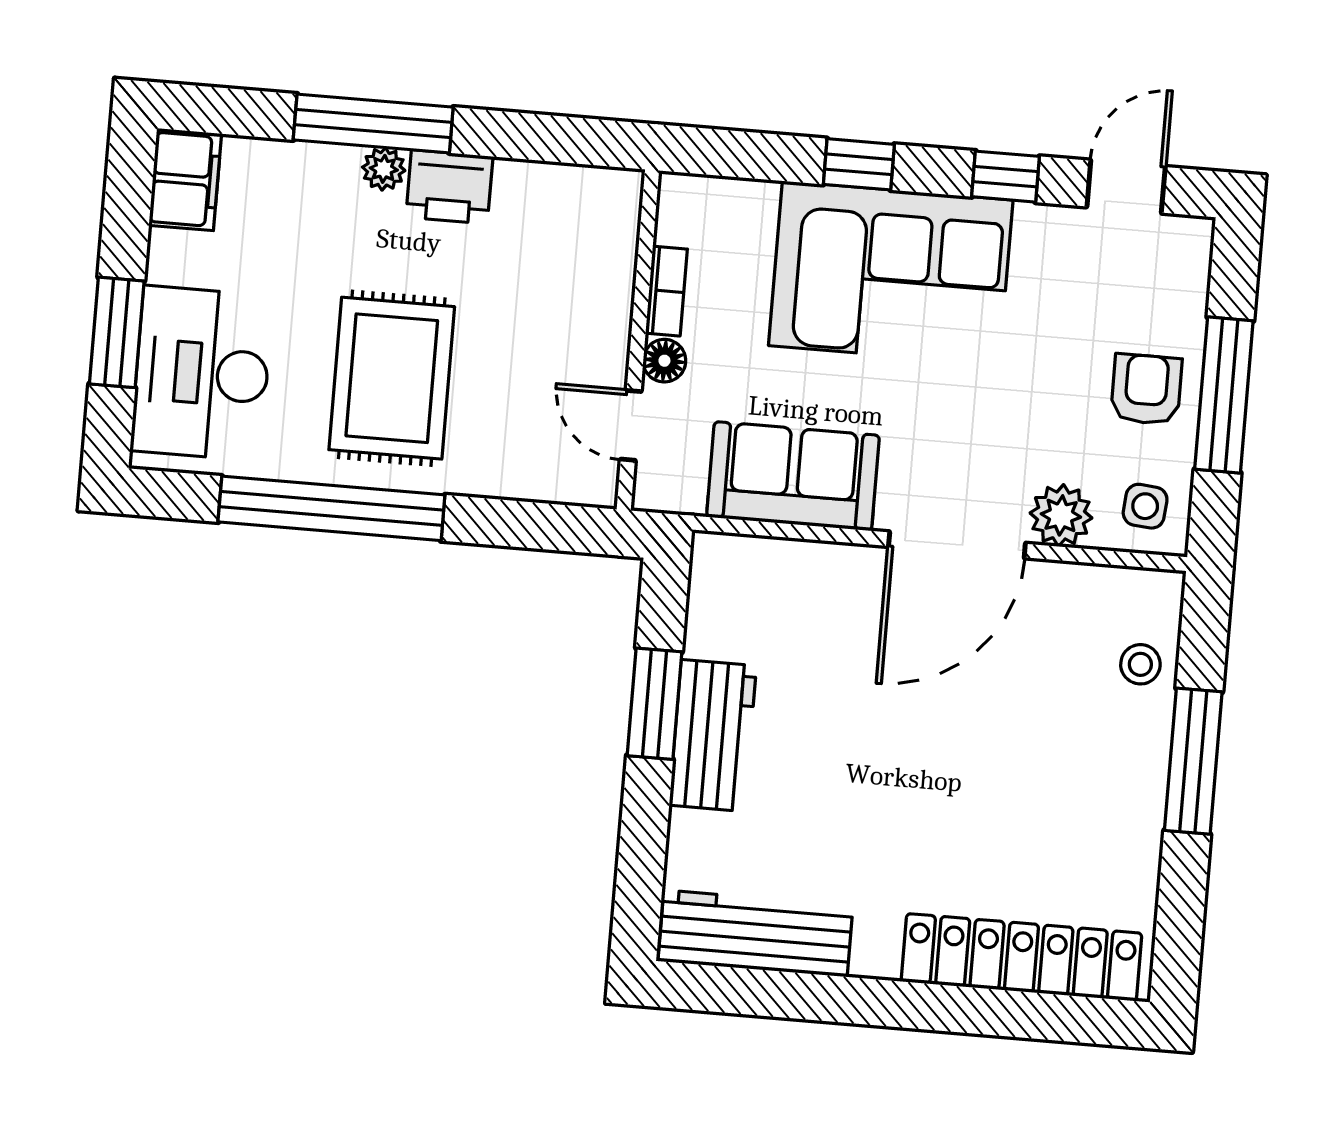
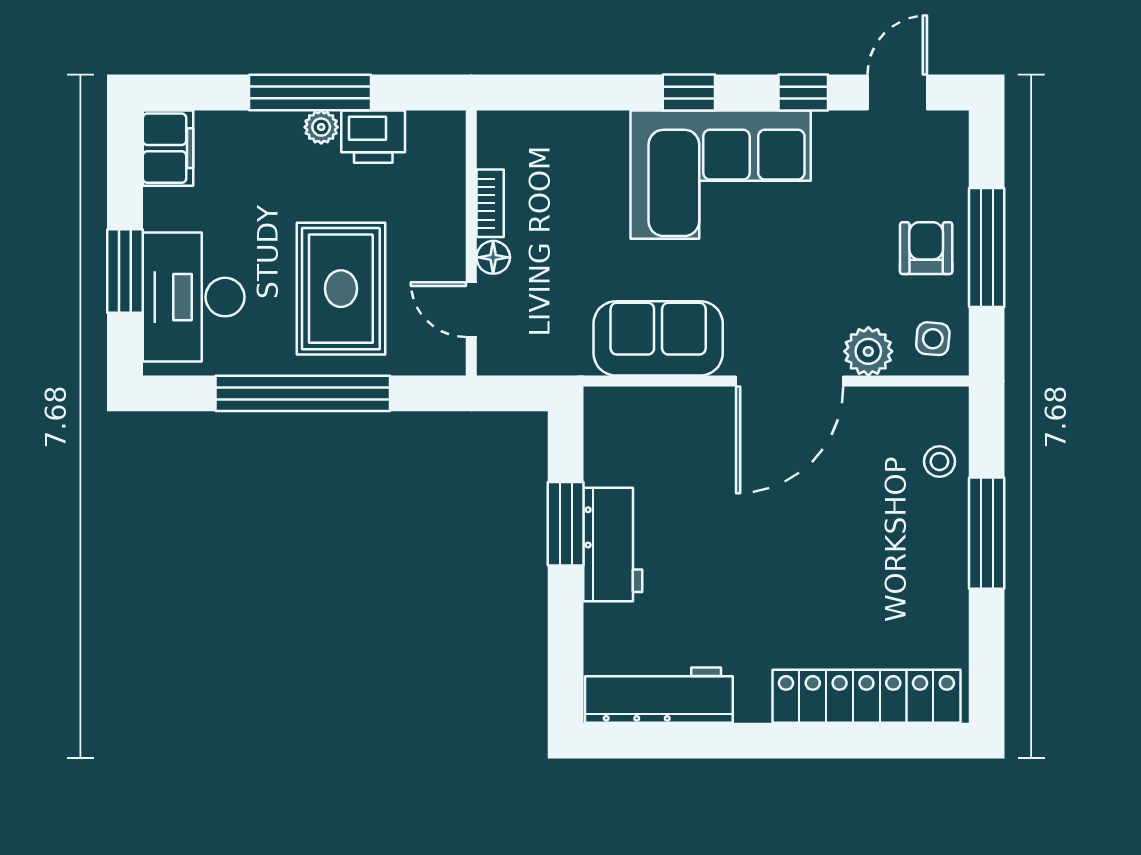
bookcase: (666, 291) -> (490, 203), moved
wall: (638, 340) -> (471, 243), moved
floor lamp: (664, 361) -> (493, 257), moved
door: (631, 425) -> (471, 310), moved

